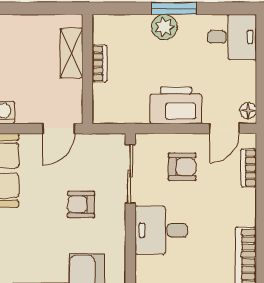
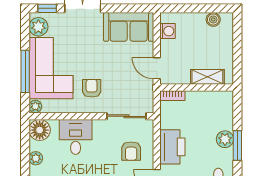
bookcase: (100, 63) -> (172, 96), moved
armchair: (81, 204) -> (92, 88), moved
desk: (161, 230) -> (76, 137), moved

